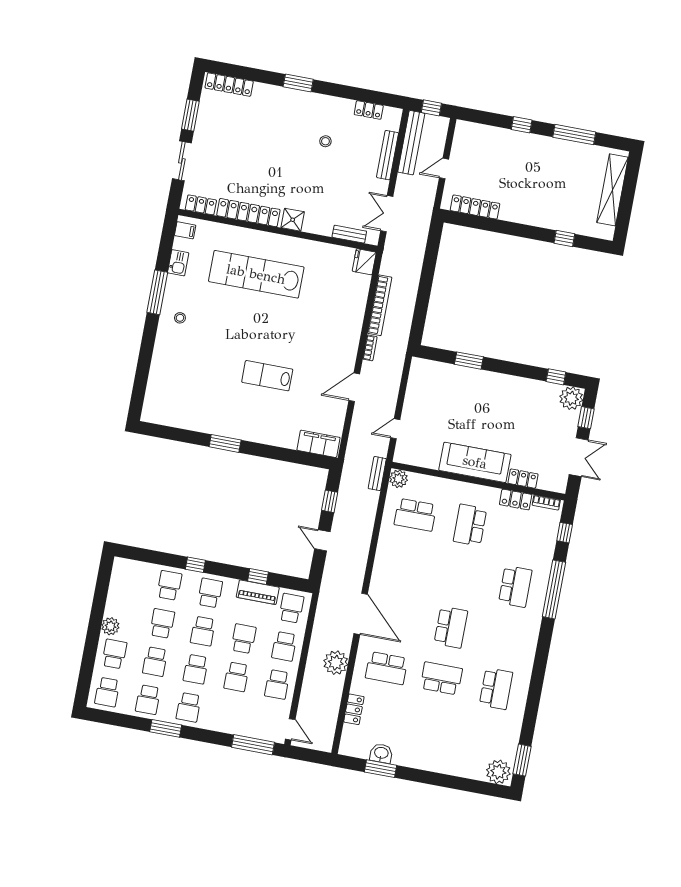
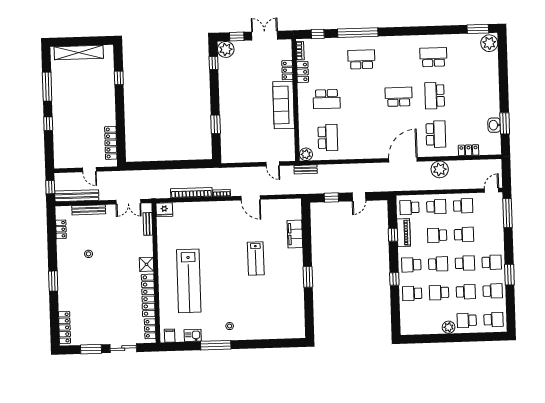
filing cabinet: (318, 444) -> (295, 234), moved

